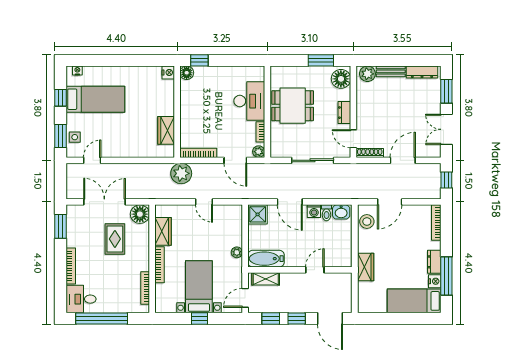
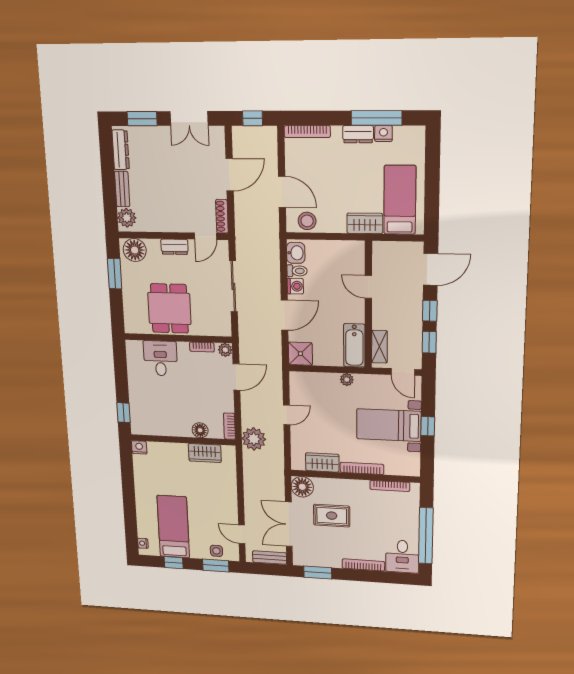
floor lamp: (187, 73) -> (200, 430), moved
desk: (249, 101) -> (160, 358), width x0.73
bookcase: (198, 153) -> (229, 426), width x0.64
door: (403, 160) -> (230, 175), swing flipped
bench: (72, 184) -> (270, 558), added
bed: (414, 301) -> (400, 200), moved, turned 180

